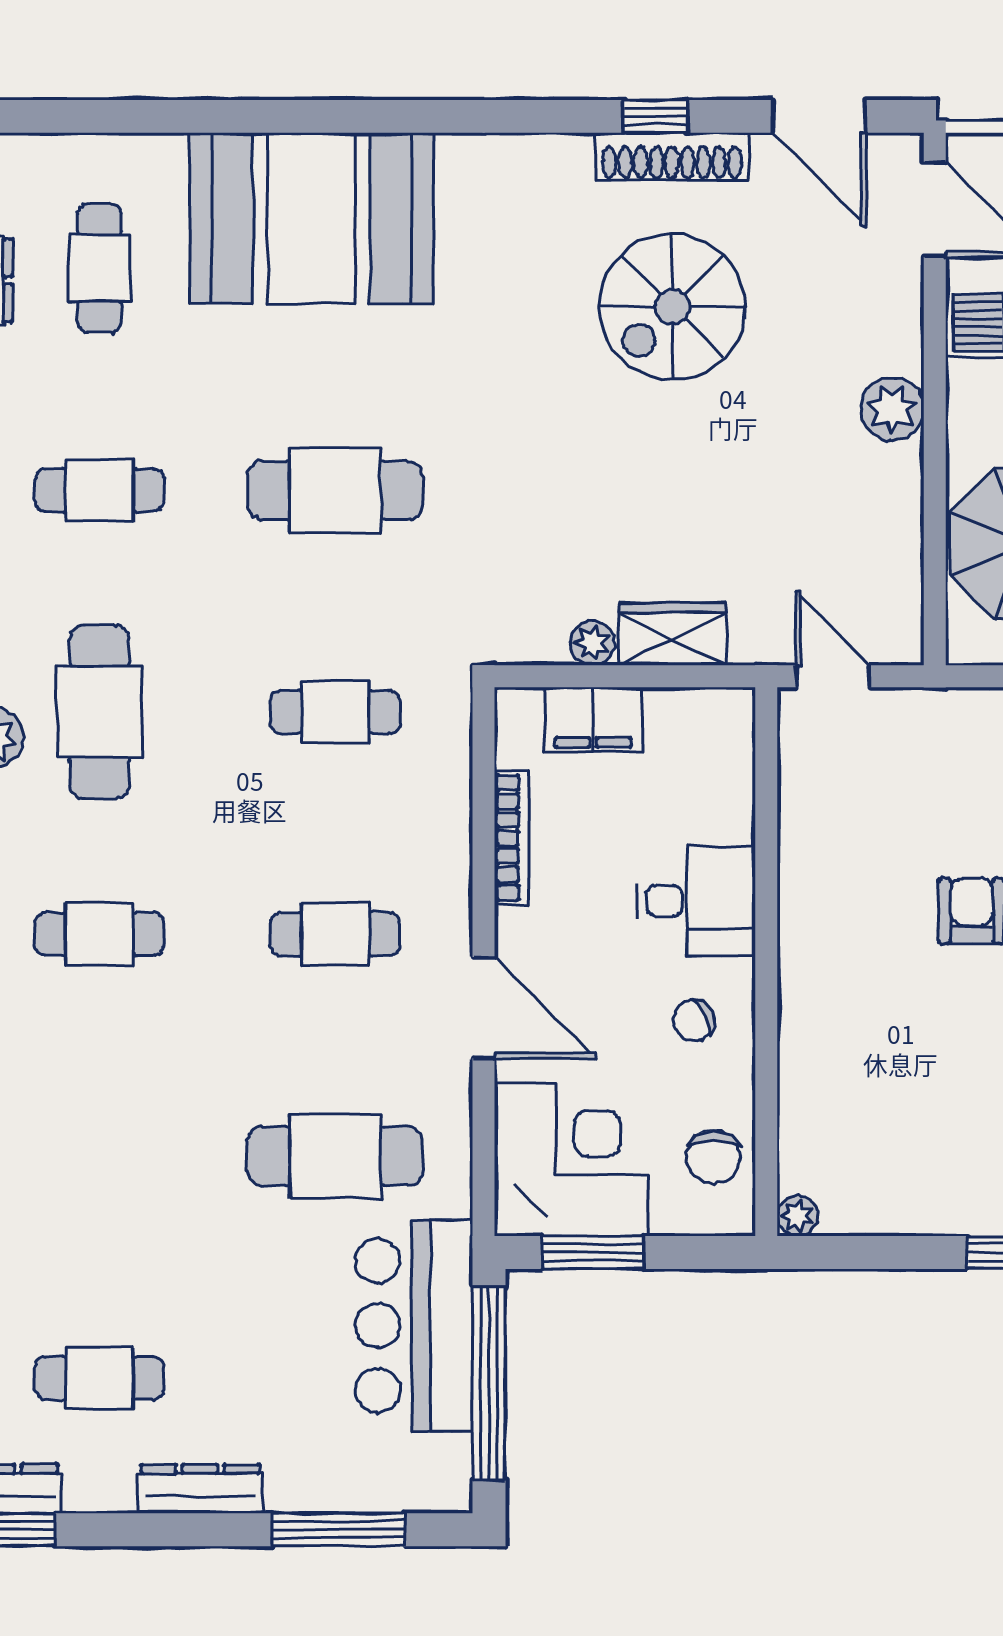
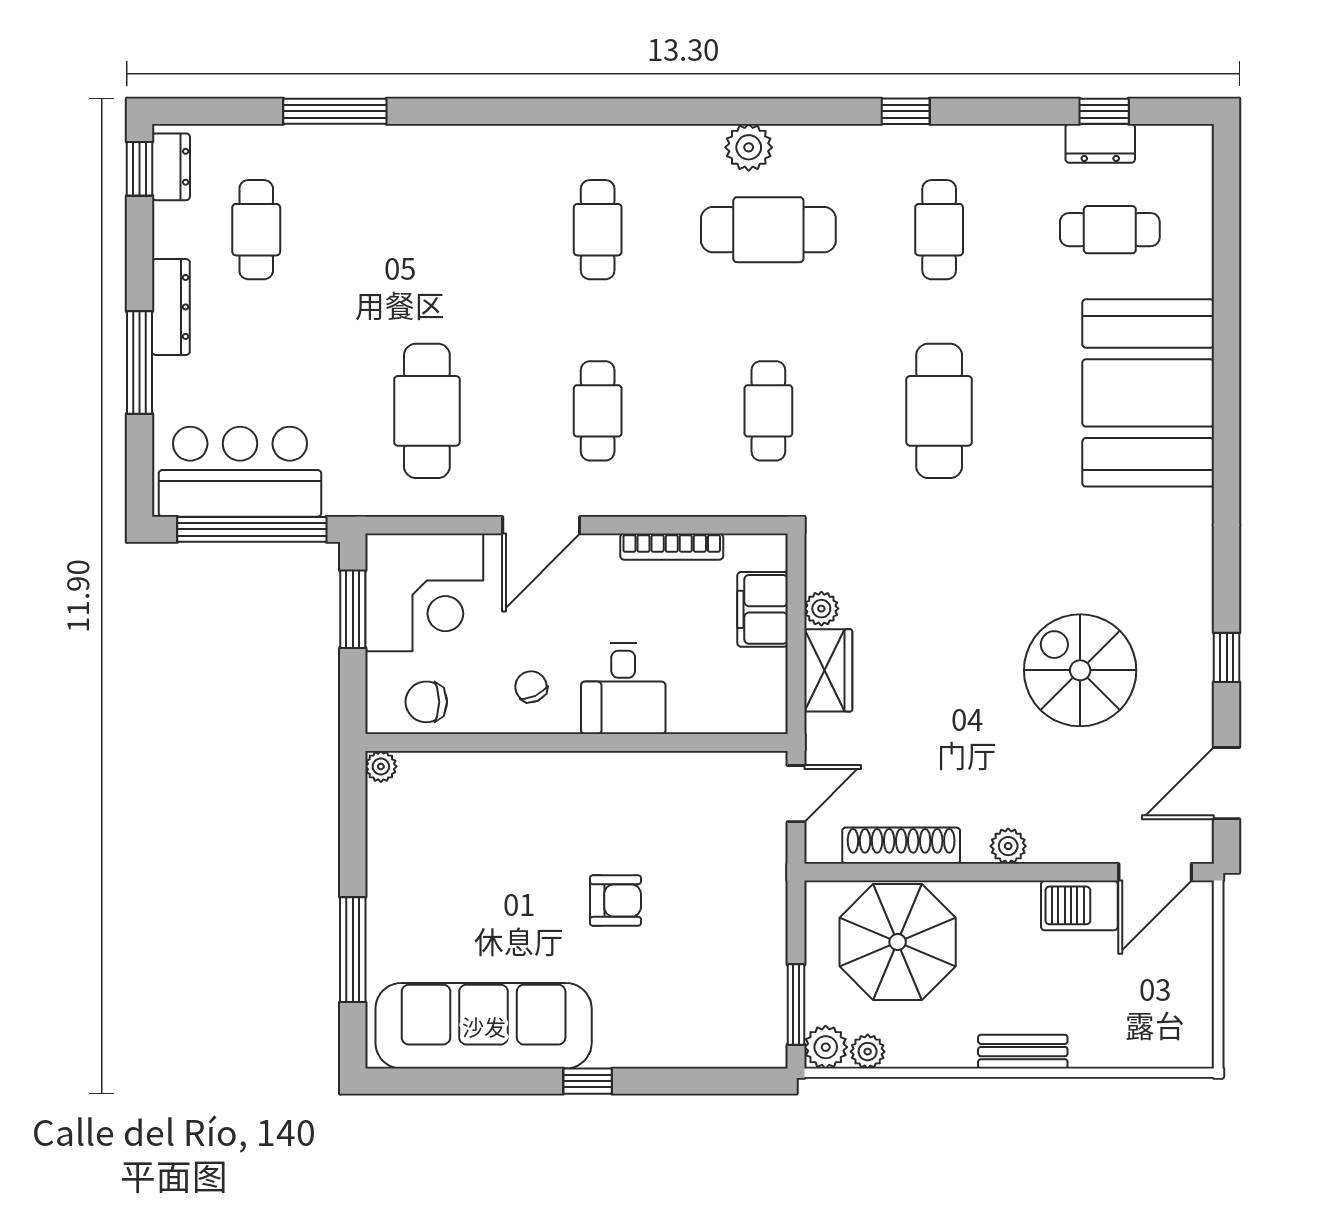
shoe rack: (672, 156) -> (901, 846), moved, turned 90
plant: (892, 409) -> (1008, 846), width x0.73, depth x0.73
bar counter: (414, 1325) -> (240, 472), moved
window: (338, 1530) -> (140, 363), moved

